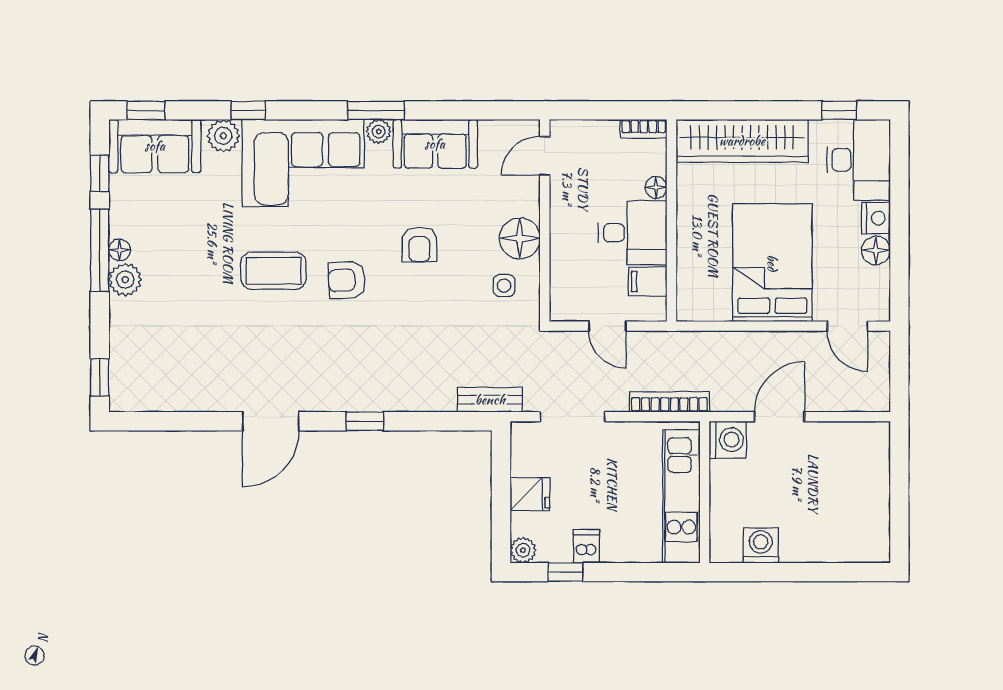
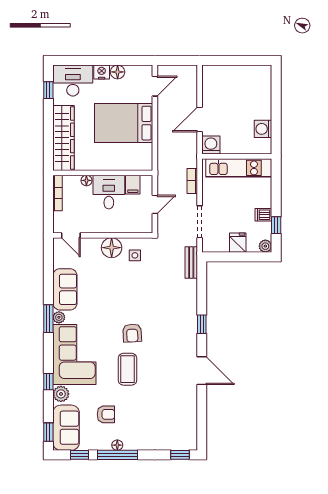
bookcase: (644, 129) -> (57, 193), width x1.56
armchair: (419, 244) -> (106, 414), moved
plant: (125, 280) -> (132, 442), removed
bookcase: (669, 402) -> (192, 181), width x0.64
door: (779, 417) -> (200, 120), hinge flipped

